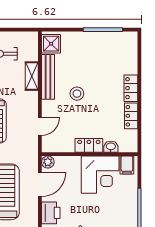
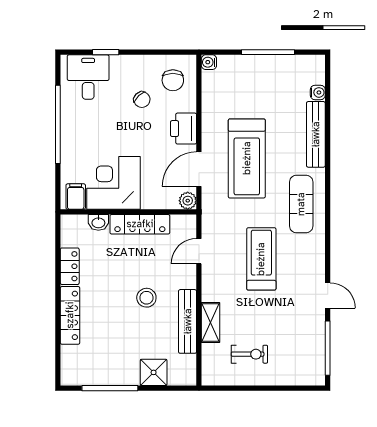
shower: (51, 44) -> (154, 372), moved
locker: (131, 88) -> (70, 315), width x1.53
locker: (89, 145) -> (140, 224), width x1.53

